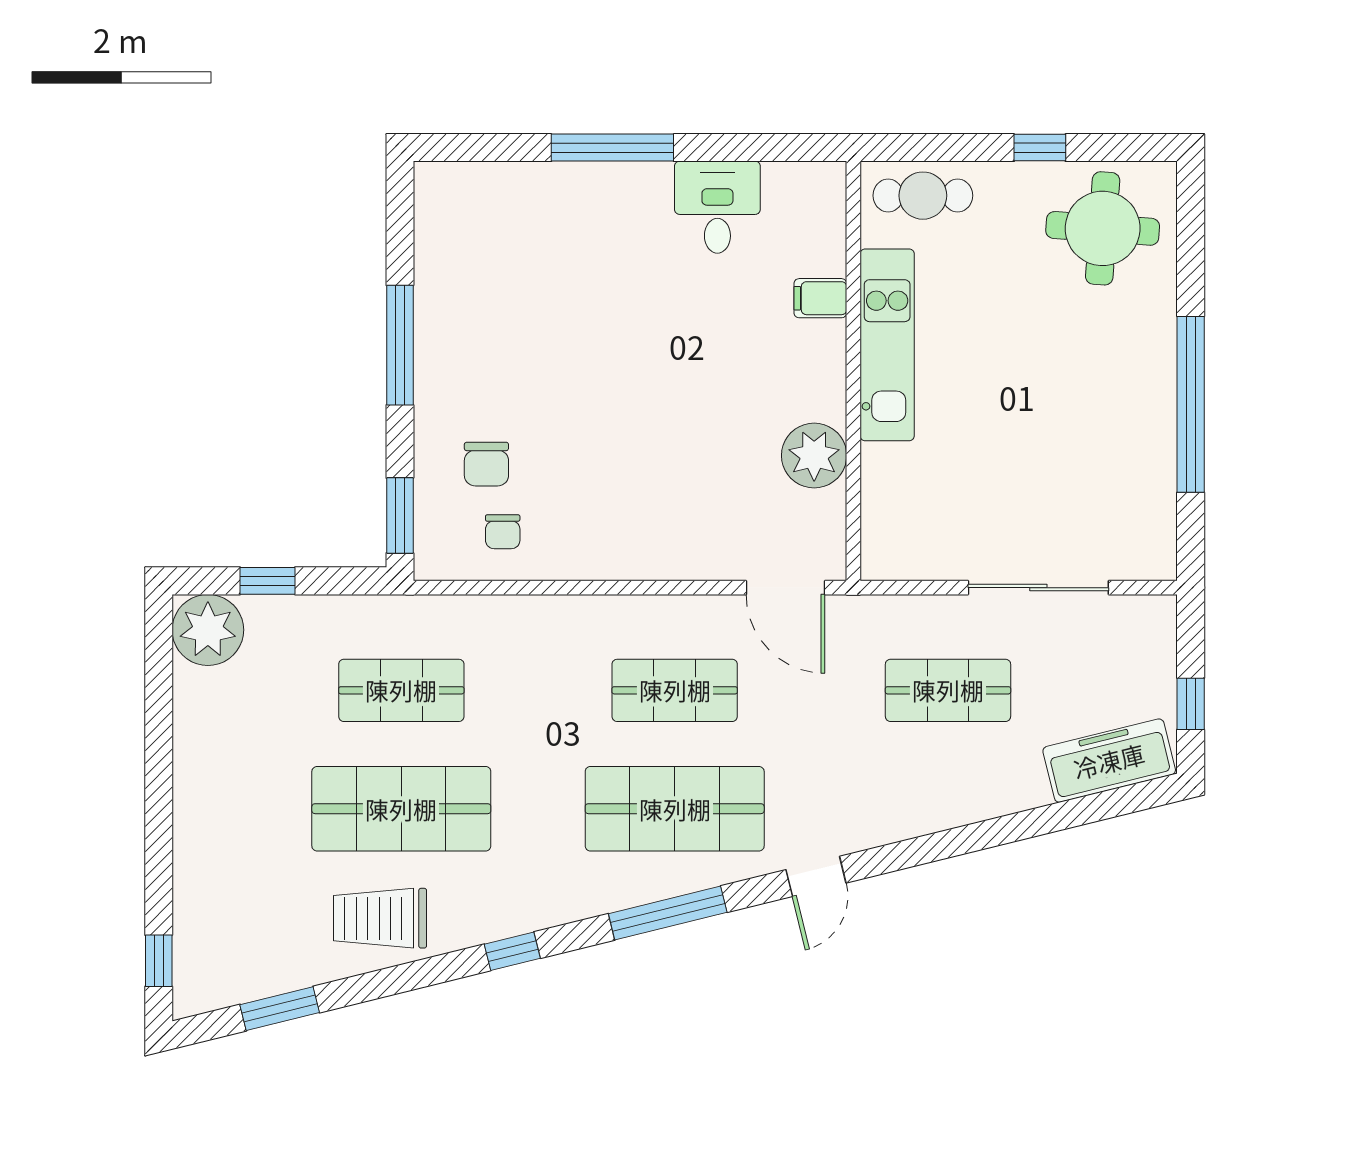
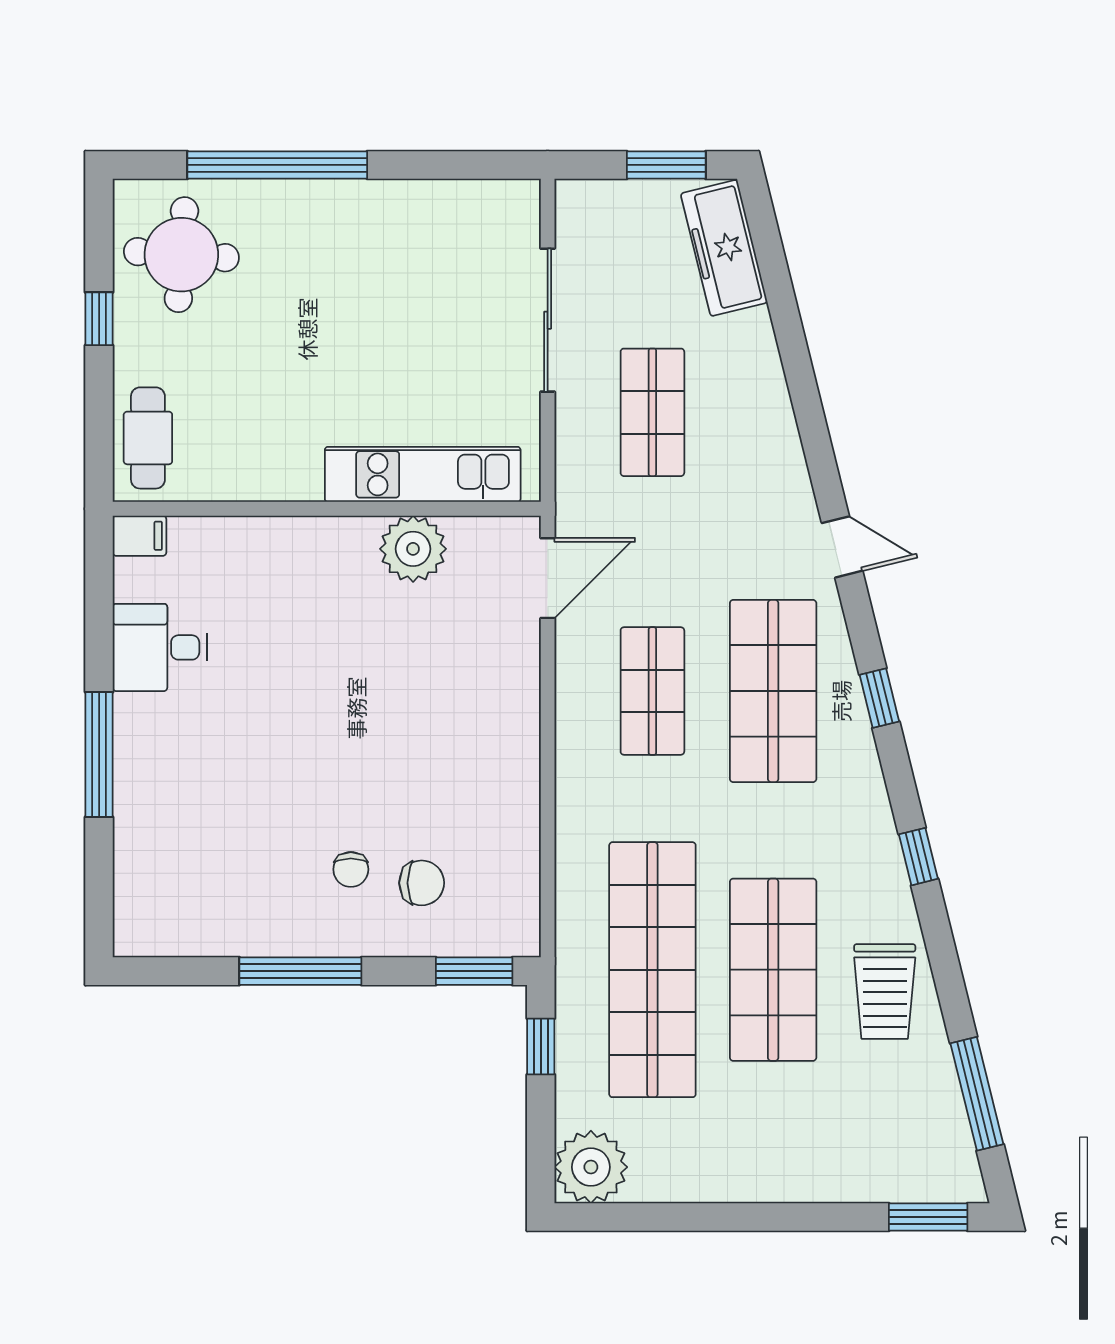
filing cabinet: (820, 298) -> (139, 536), moved, turned -90
kitchen unit: (887, 345) -> (423, 474), moved
window: (1191, 404) -> (277, 165), moved
chair: (503, 532) -> (351, 869), moved, turned 90
window: (268, 581) -> (541, 1047), moved
shop shelf: (401, 690) -> (652, 970), width x2.00, depth x1.36
window: (1191, 704) -> (666, 165), width x1.50
window: (668, 913) -> (879, 698), width x0.46
window: (159, 961) -> (928, 1217), width x1.50
window: (280, 1009) -> (977, 1094), width x1.44

